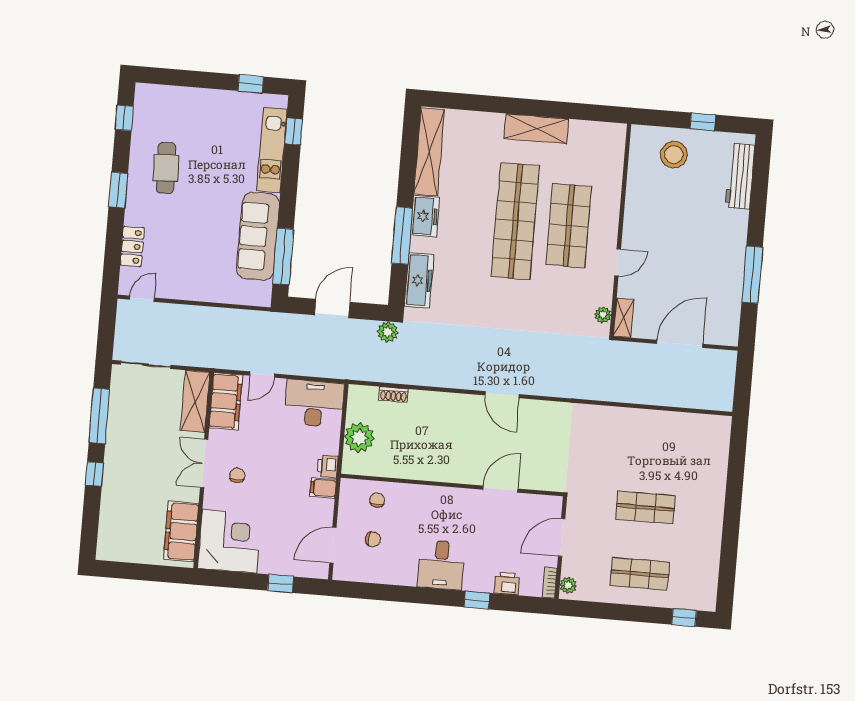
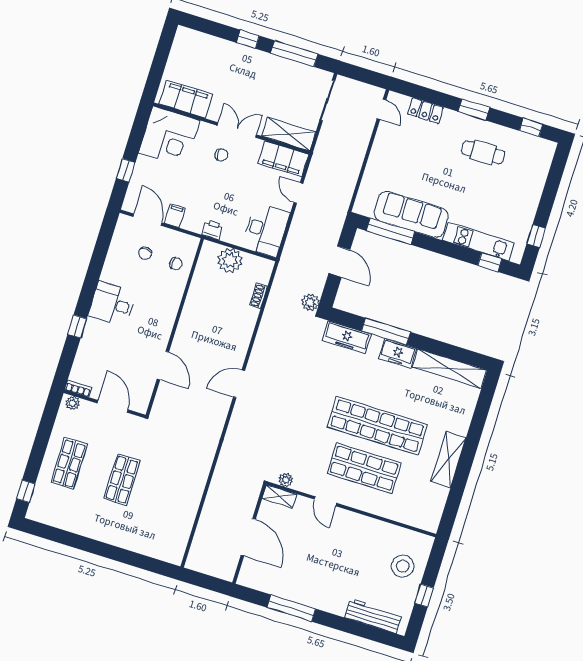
filing cabinet: (323, 488) -> (175, 216), moved
printer: (507, 584) -> (85, 354), removed

